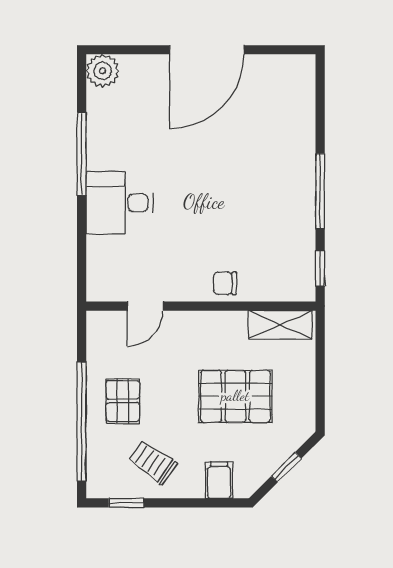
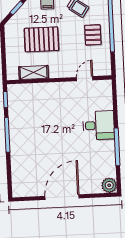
chair: (225, 283) -> (49, 91), removed
shelving: (280, 325) -> (34, 72), moved

